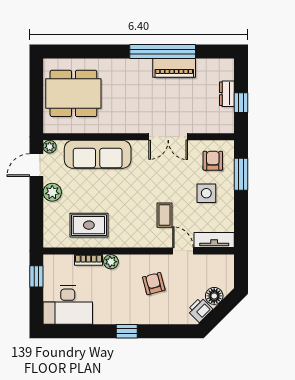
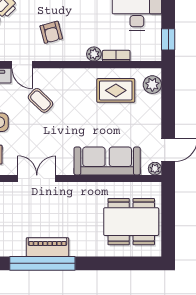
piano: (174, 68) -> (47, 247), moved
plant: (52, 192) -> (152, 85), moved
coffee table: (165, 215) -> (40, 100), turned -46

